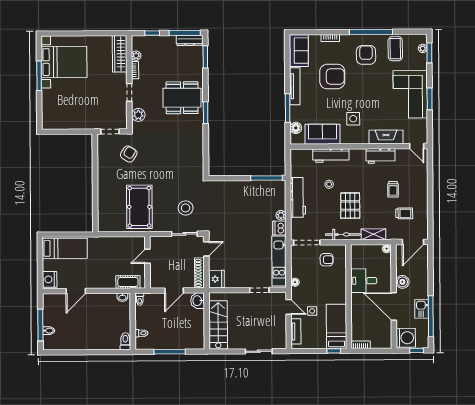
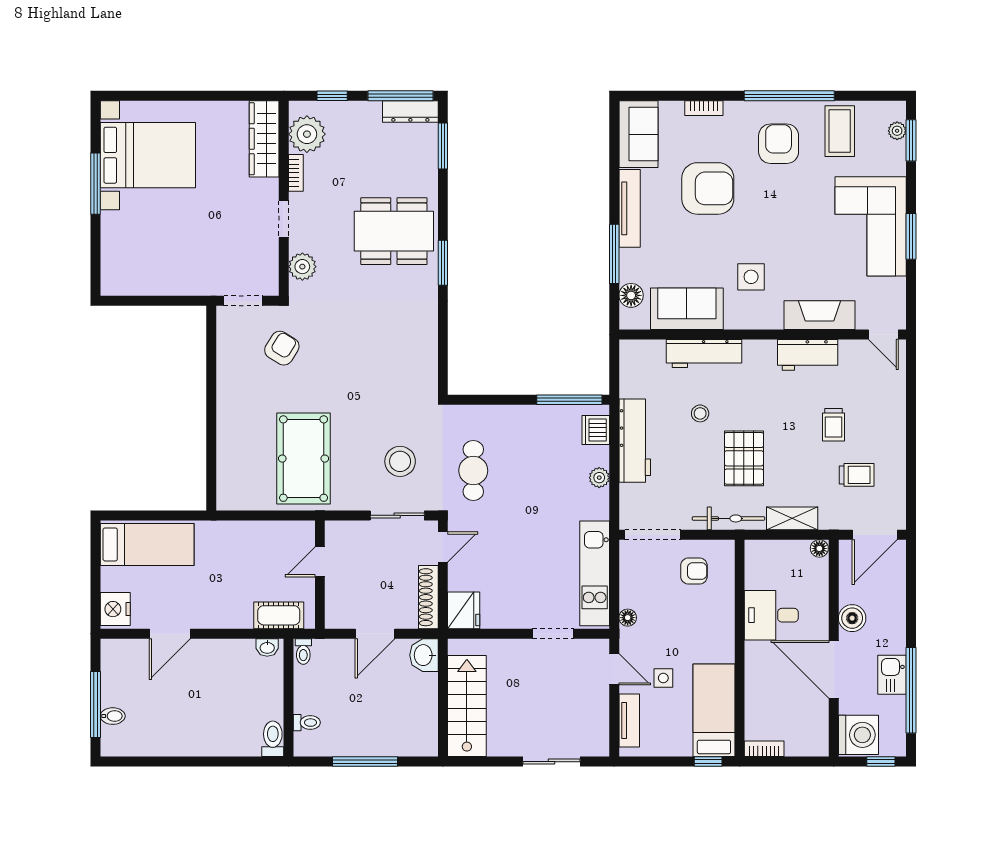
plant: (136, 56) -> (307, 134), width x1.87, depth x1.87
cafe table: (221, 212) -> (473, 471), added
dishwasher: (279, 228) -> (596, 430), moved

